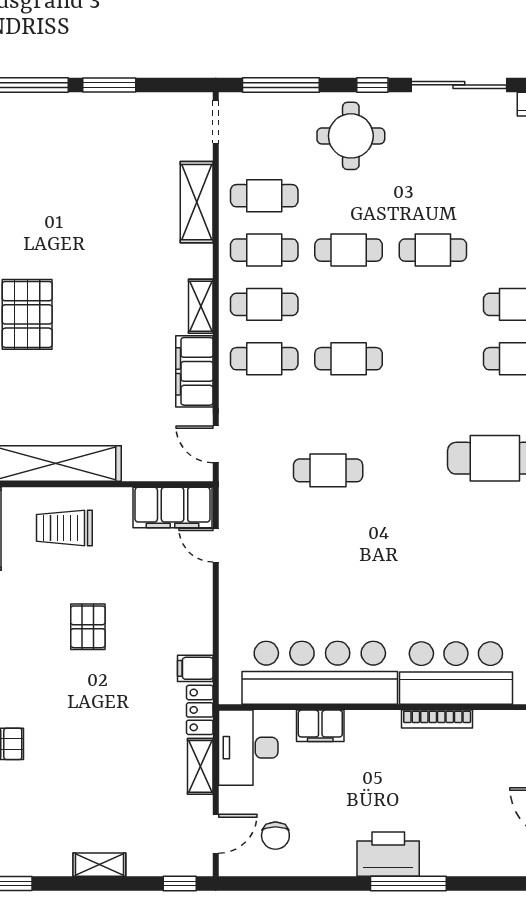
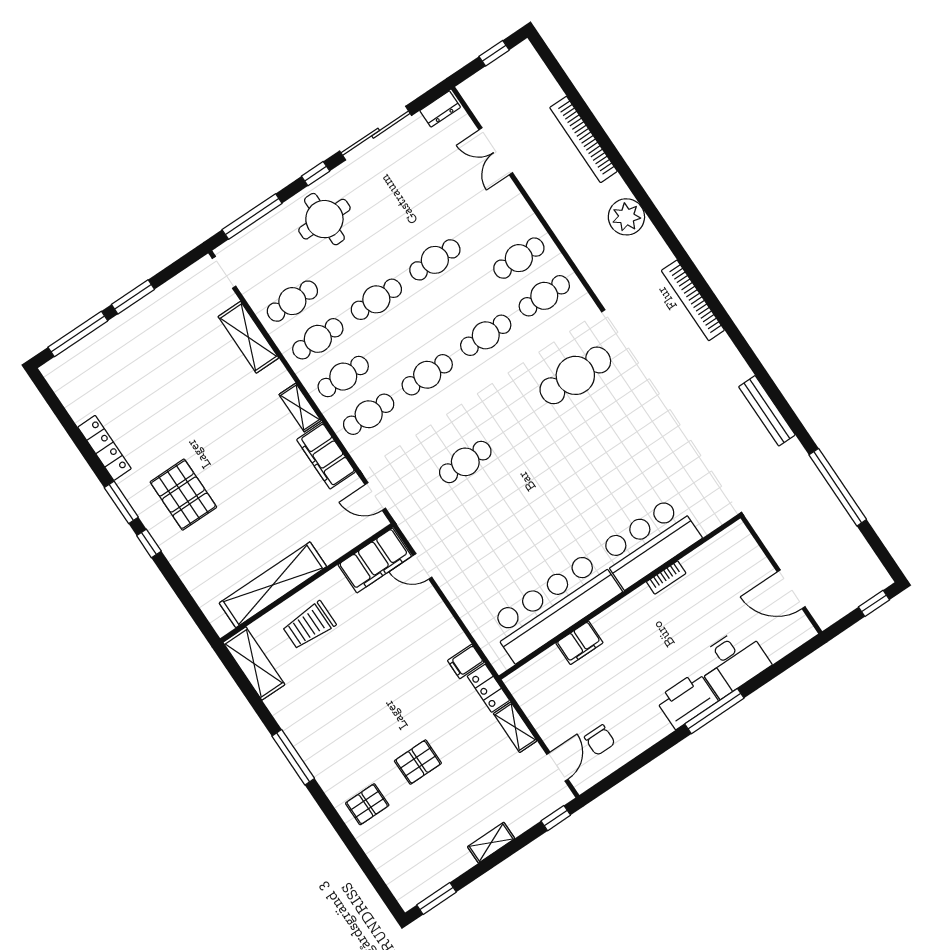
cafe table: (433, 359) -> (486, 335), added
pallet: (88, 627) -> (418, 762), moved, turned 90
bookcase: (437, 719) -> (666, 577), width x0.64
desk: (248, 748) -> (733, 662), moved, turned -90

